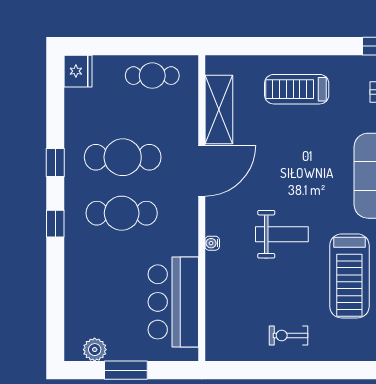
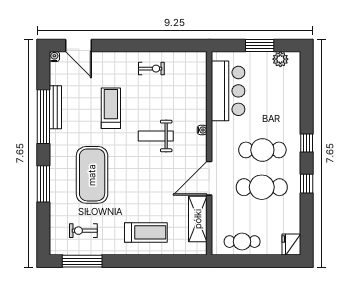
treadmill: (349, 276) -> (111, 108), width x0.73, depth x0.73

